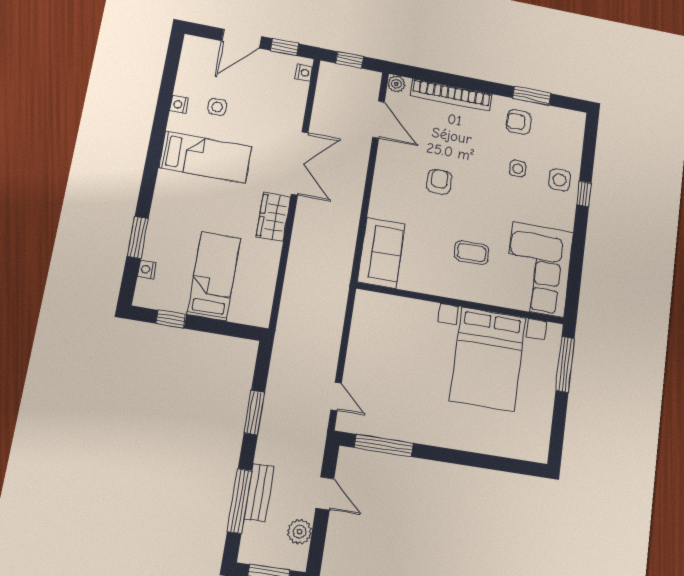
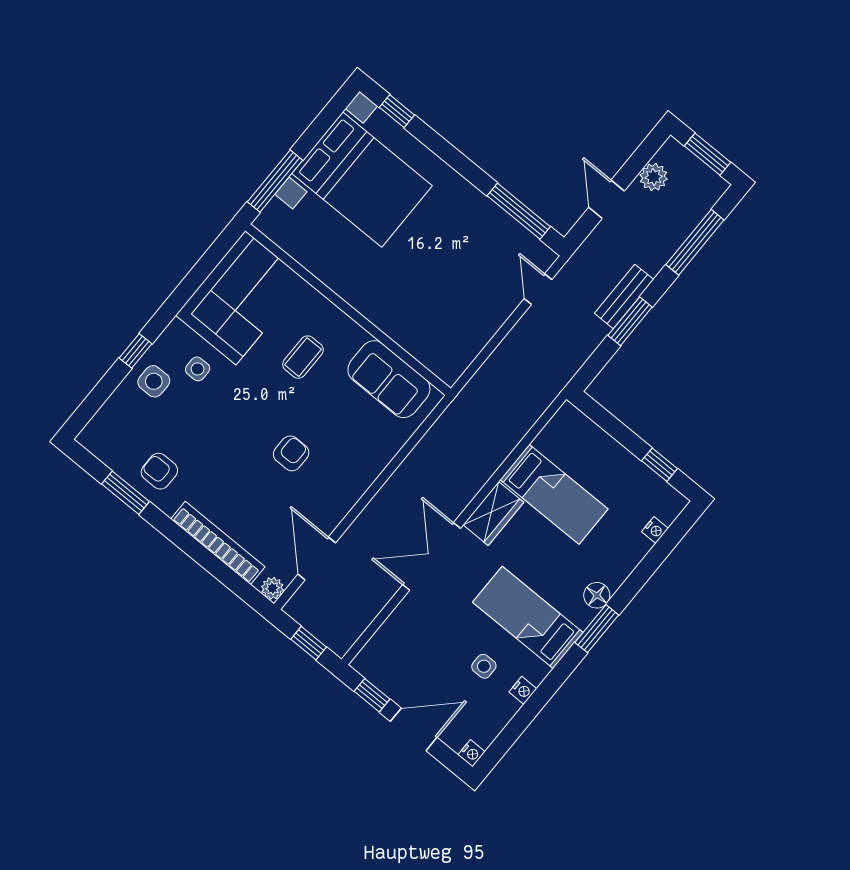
nightstand: (304, 73) -> (471, 753), moved, turned 180
armchair: (519, 122) -> (159, 471), turned 180
side table: (518, 169) -> (198, 369), moved
armchair: (439, 182) -> (291, 453), turned 180
floor lamp: (164, 199) -> (597, 595), added
window: (138, 237) -> (597, 629), moved
sofa: (381, 253) -> (389, 379), moved, turned -90
coffee table: (472, 253) -> (303, 357), turned 90
bed: (214, 276) -> (554, 494), moved, turned -90
bed with nightstands: (488, 359) -> (362, 180), moved, turned 90
window: (513, 466) -> (397, 111), added
bench: (259, 493) -> (624, 296), moved

